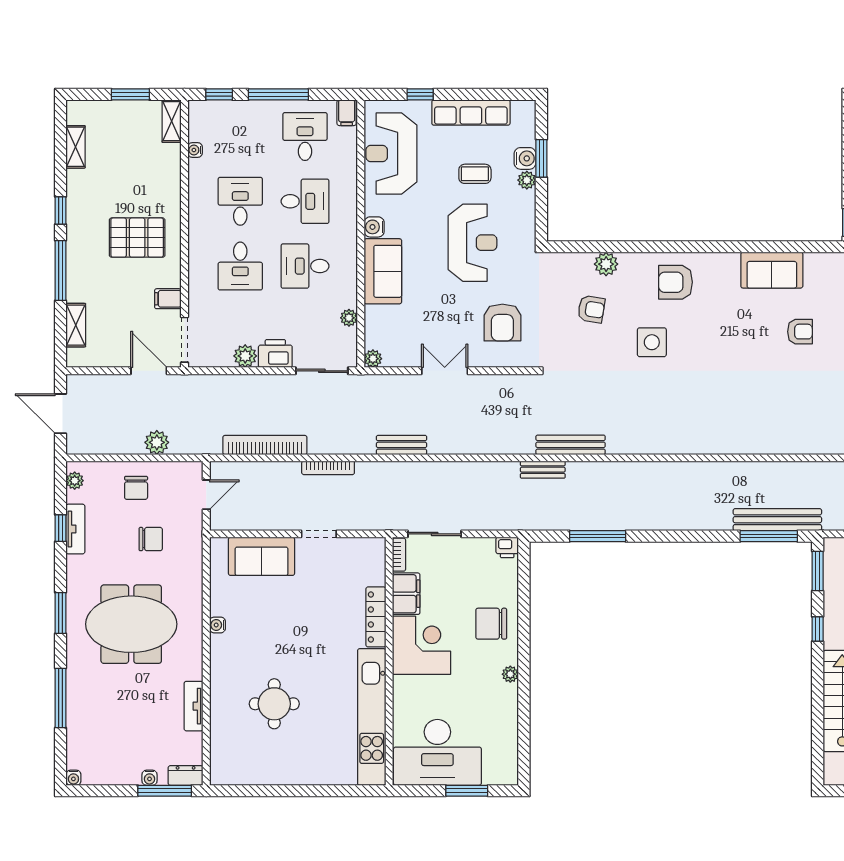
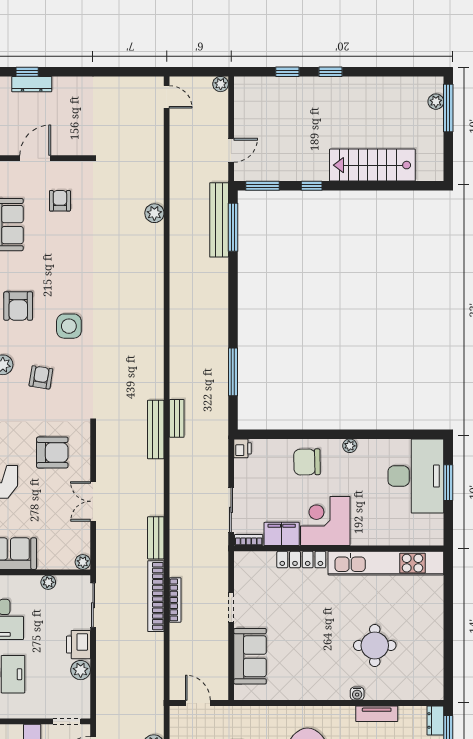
doorway: (185, 340) -> (67, 721), width x0.73
plant: (785, 443) -> (154, 213), added
bookcase: (265, 445) -> (156, 596), moved
bench: (571, 445) -> (156, 430), moved
chair: (491, 624) -> (307, 462), turned 89
water cooler: (217, 625) -> (357, 694), moved
desk: (437, 752) -> (416, 476), moved

